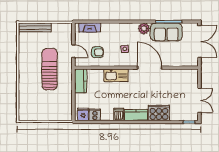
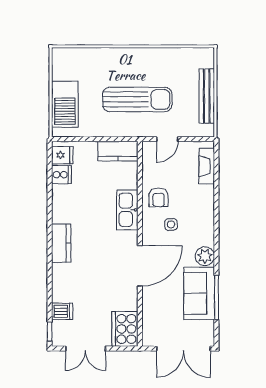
bench: (35, 27) -> (207, 96), moved
armchair: (97, 52) -> (159, 197), moved
barbecue: (52, 113) -> (65, 104), added
cooker: (159, 113) -> (125, 329), moved, turned 180
dishwasher: (119, 114) -> (62, 311), moved

